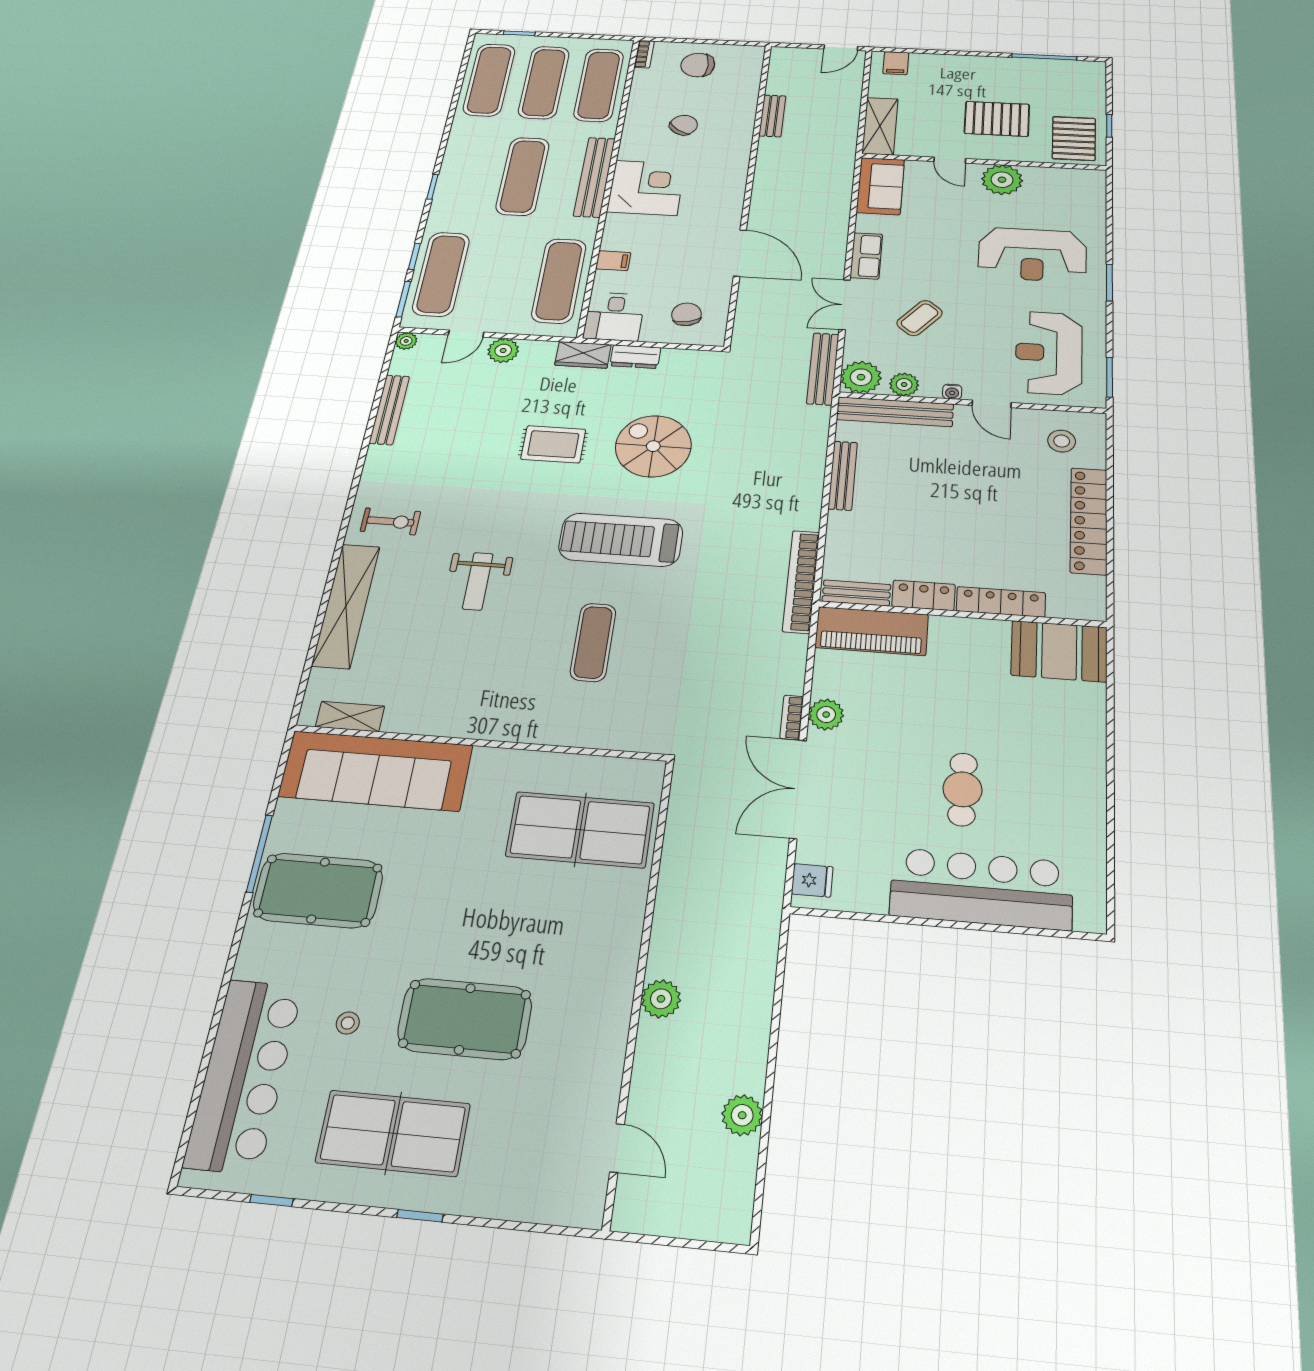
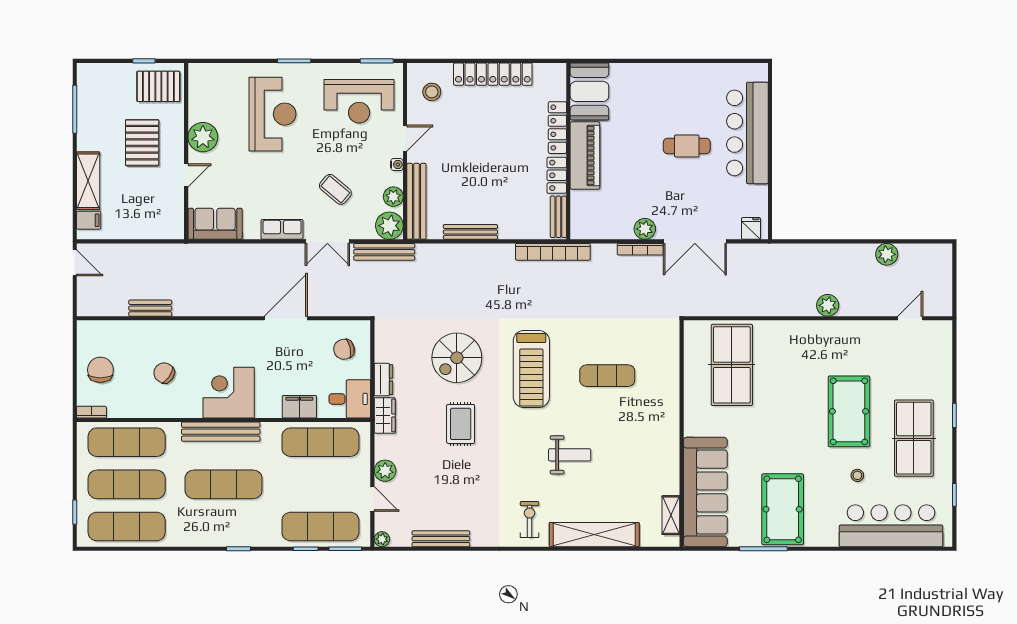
chair: (698, 65) -> (100, 370), turned 180
shelving: (880, 126) -> (88, 181), moved, turned 90
filing cabinet: (613, 261) -> (299, 407), width x2.00
piano: (872, 631) -> (585, 156), moved
bookcase: (792, 717) -> (640, 249), width x1.56

